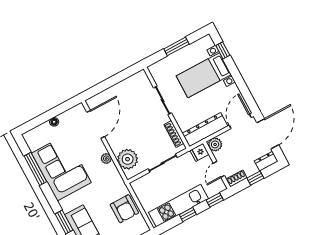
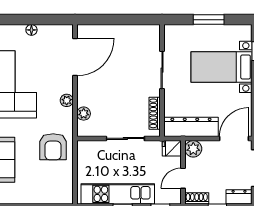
plant: (128, 159) -> (84, 114), width x0.53, depth x0.53
armchair: (124, 209) -> (53, 147), moved

